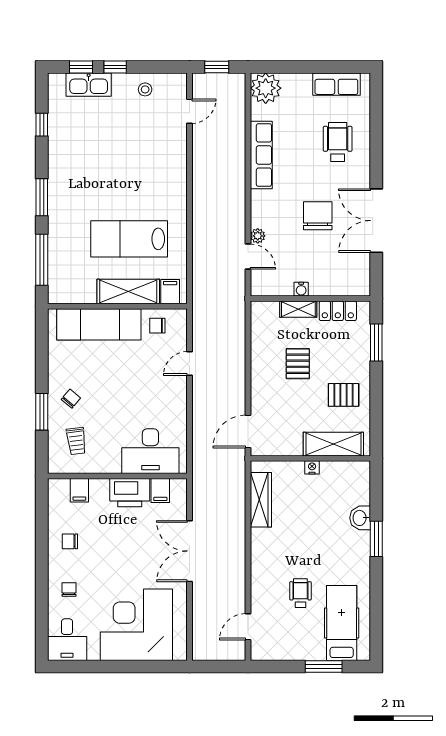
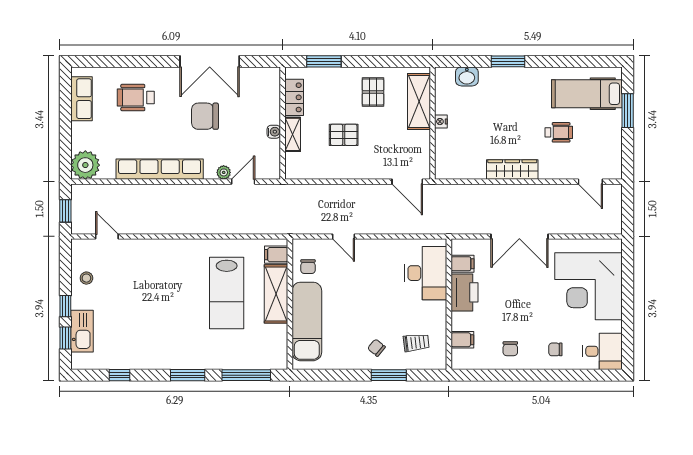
row of seats: (261, 155) -> (160, 169), width x1.36
wardrobe: (261, 500) -> (512, 170), moved
washbasin: (360, 518) -> (467, 76), moved
wheelchair: (300, 593) -> (559, 132), turned 180

